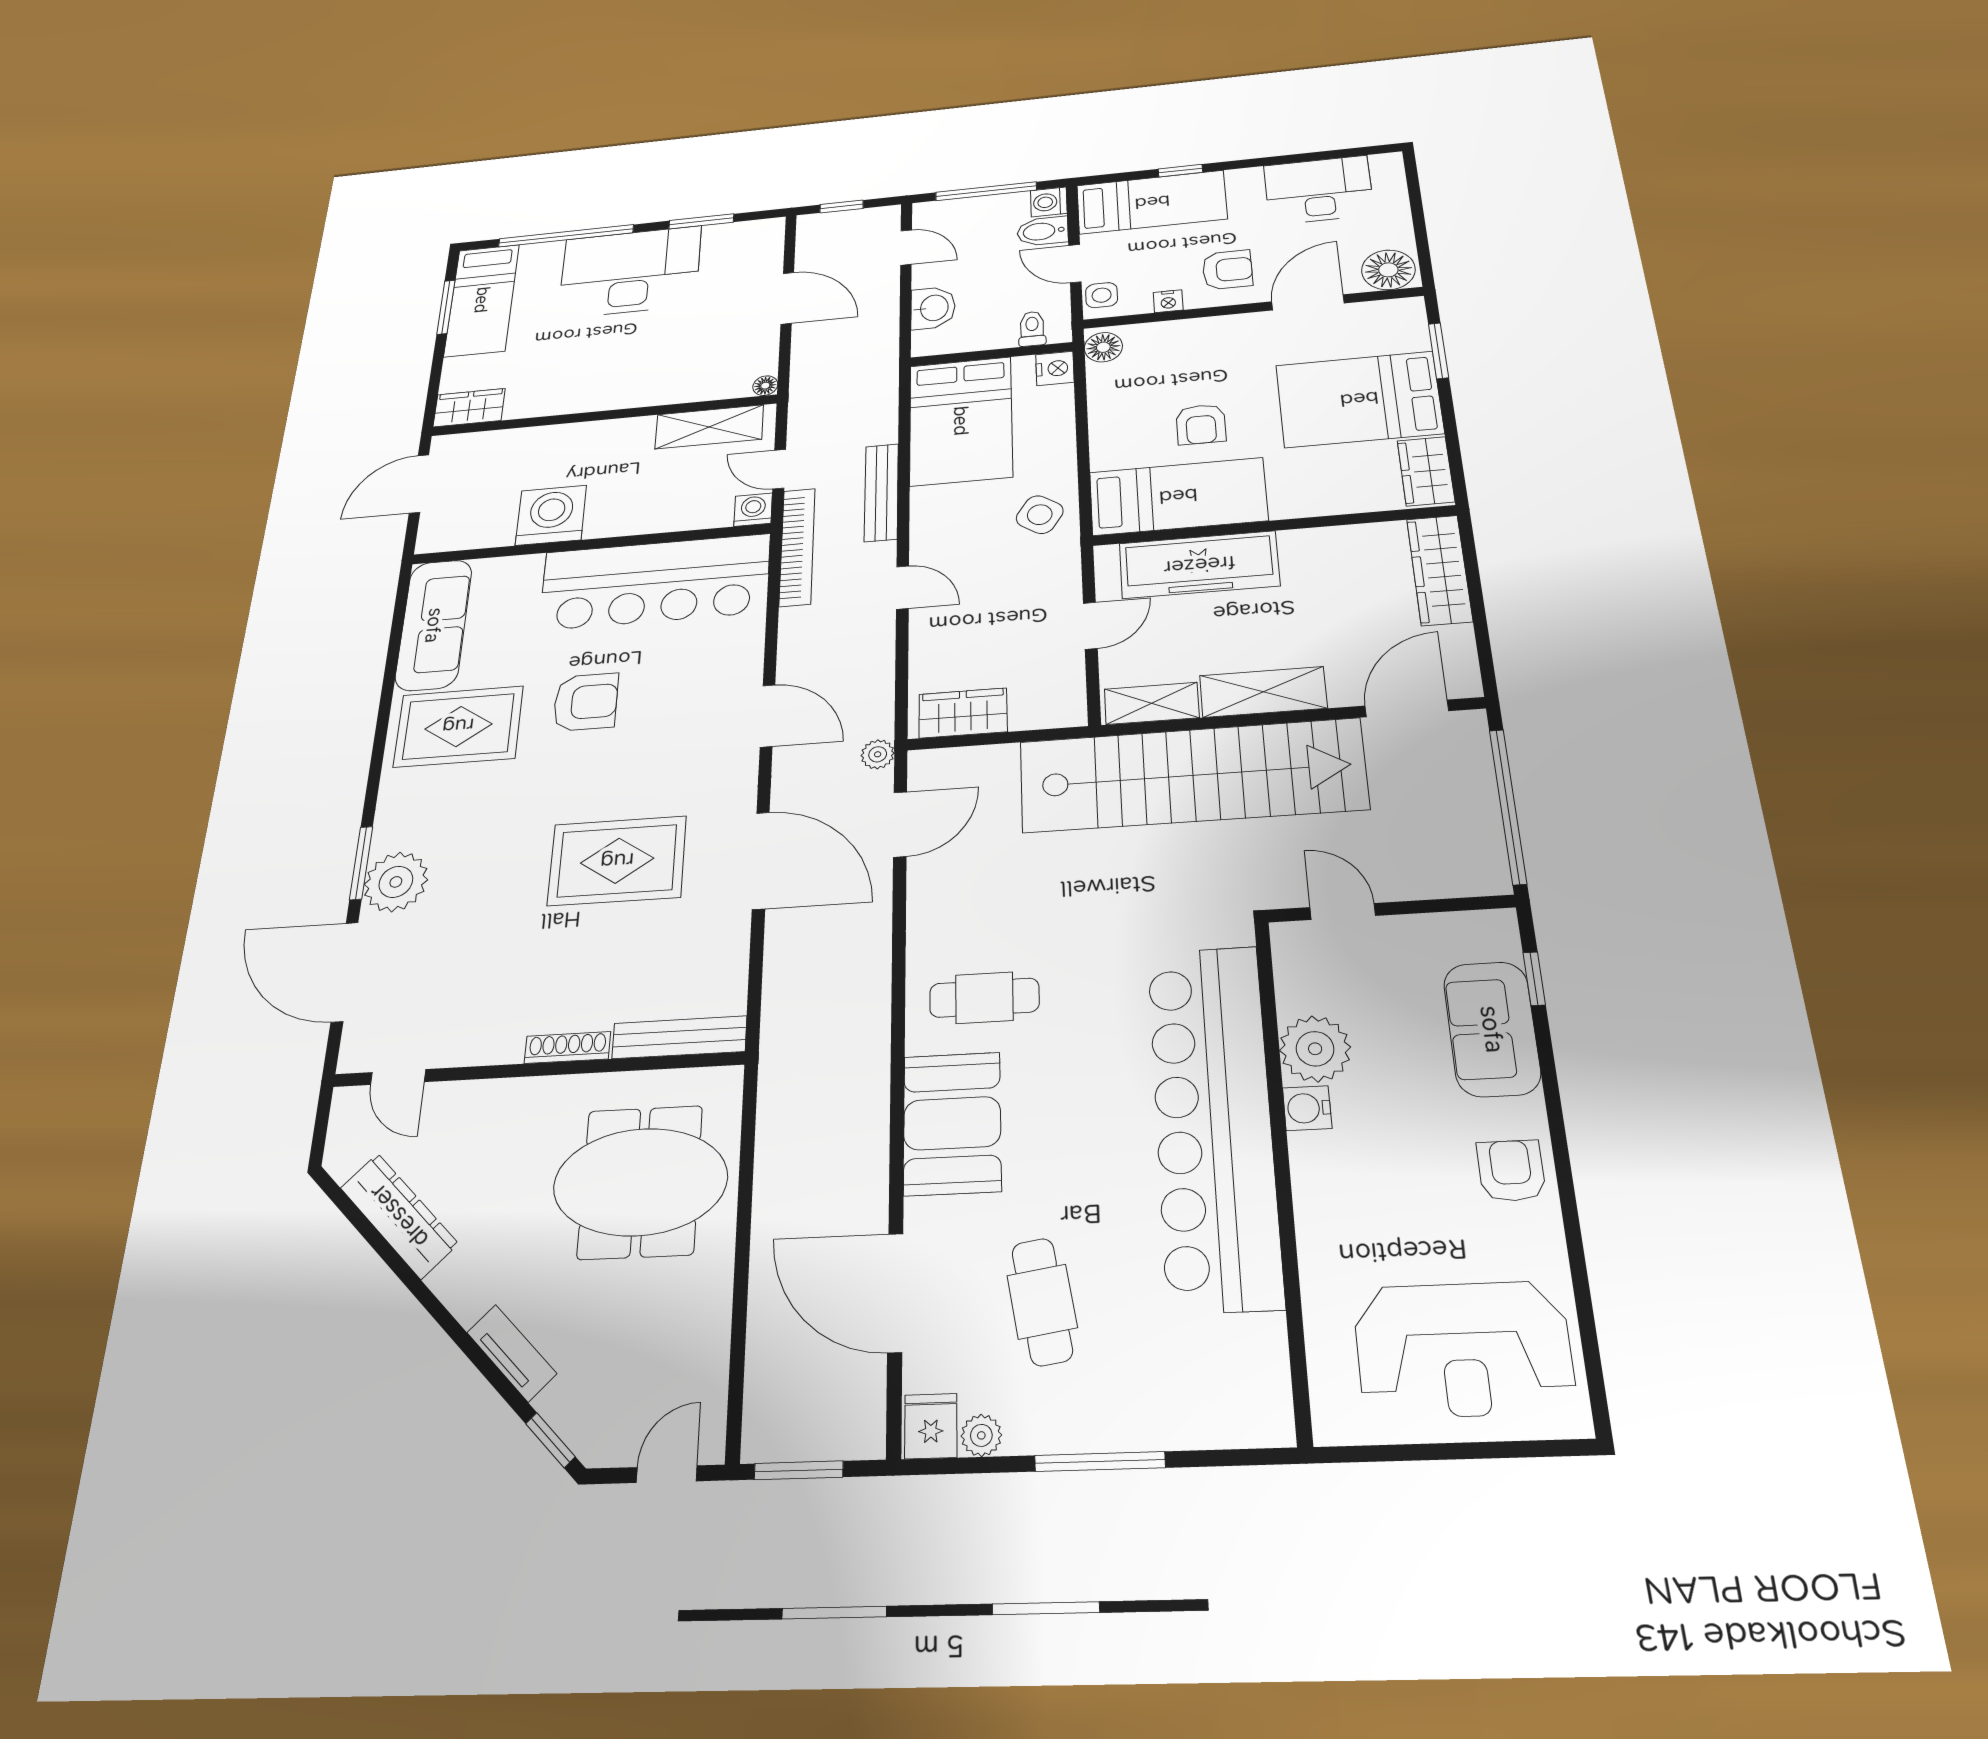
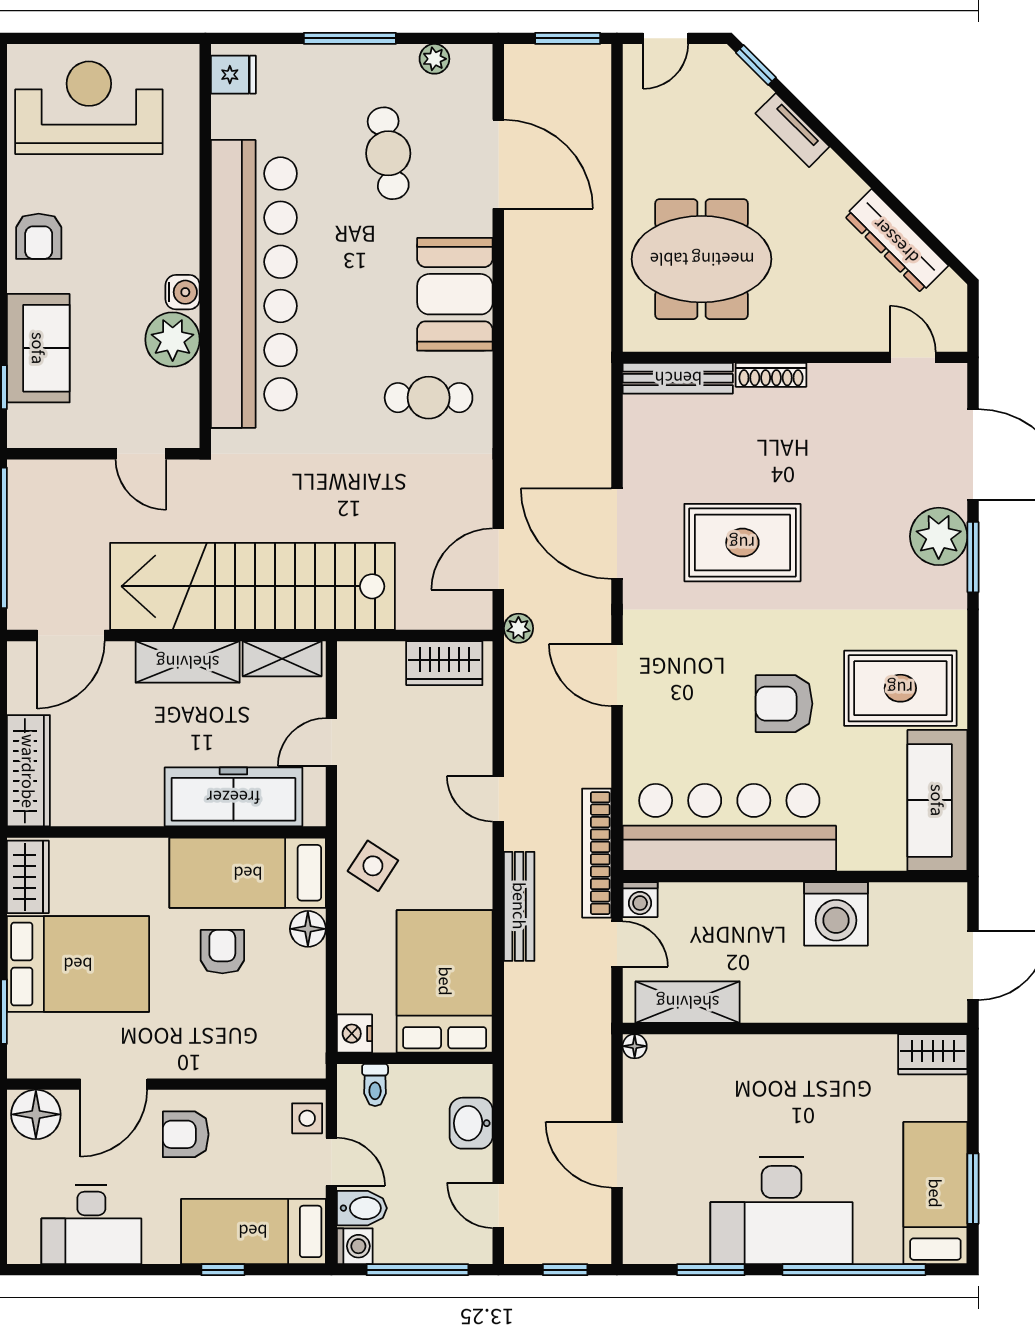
nightstand: (1168, 301) -> (244, 1102), removed
floor lamp: (1103, 347) -> (308, 929), moved
fridge: (931, 1426) -> (233, 75), moved, turned -90

